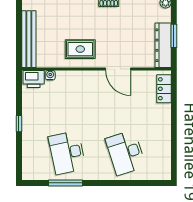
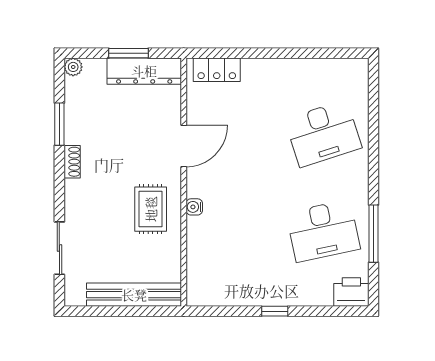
water cooler: (50, 75) -> (194, 207), moved
printer: (34, 79) -> (351, 292), moved, turned -90

